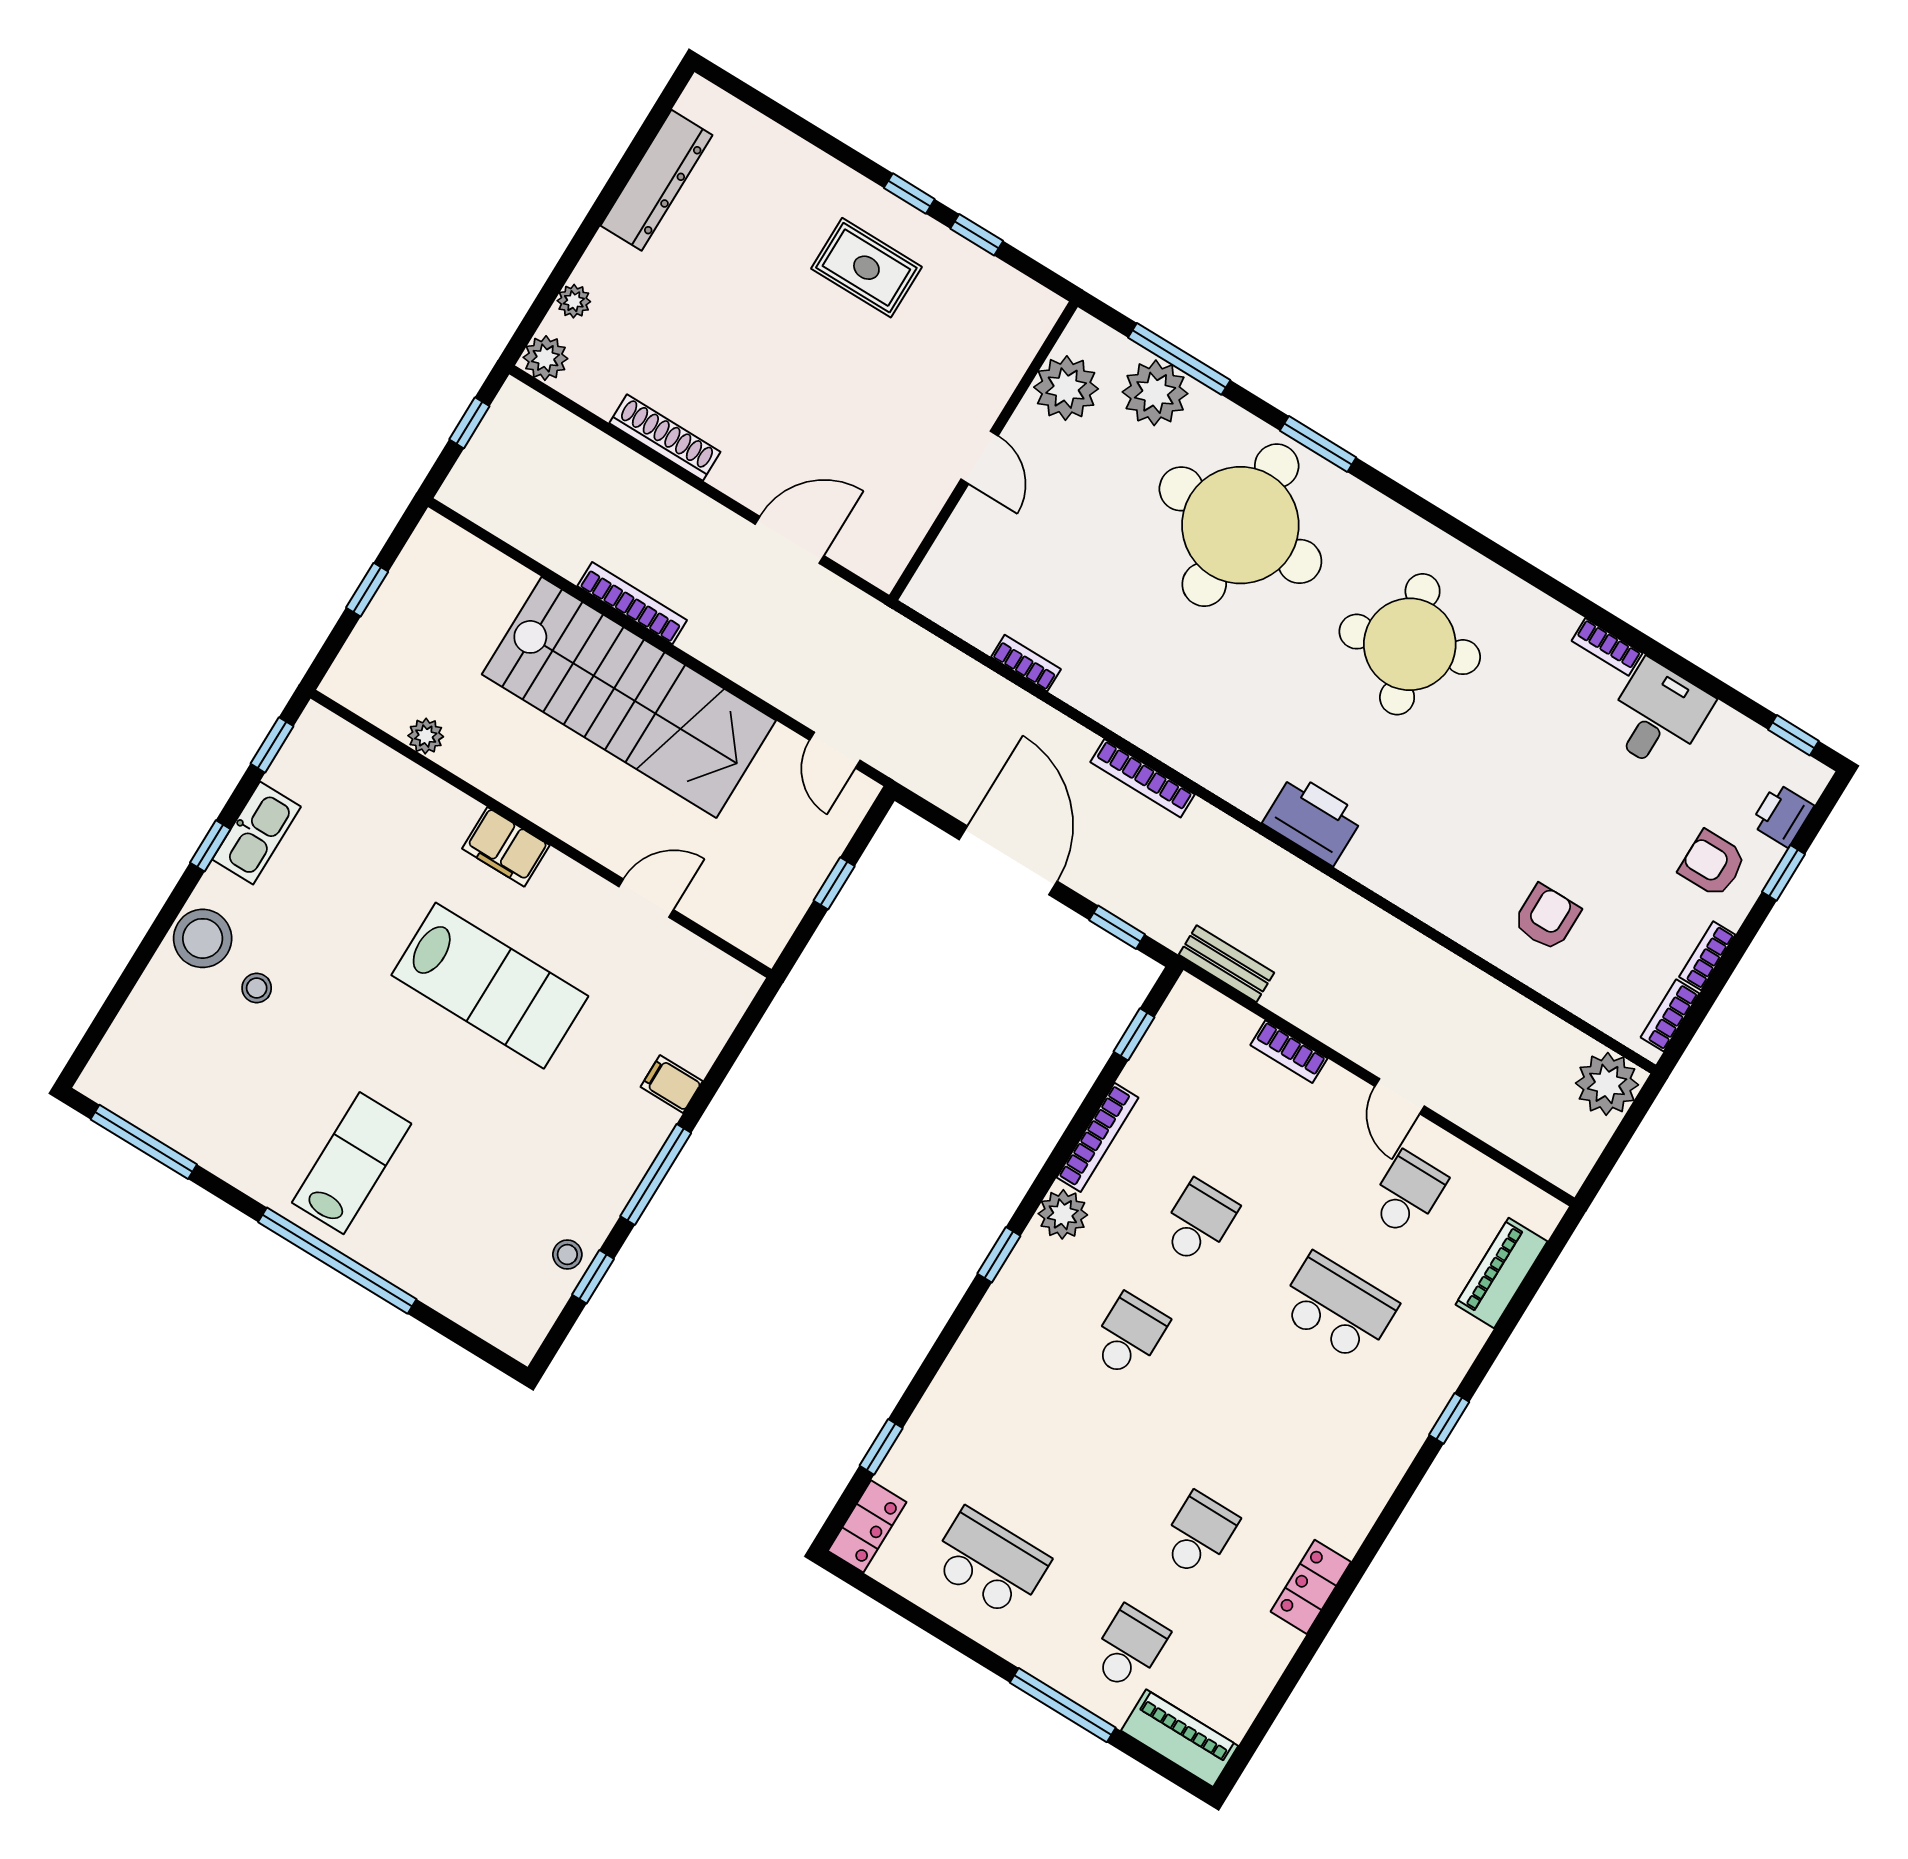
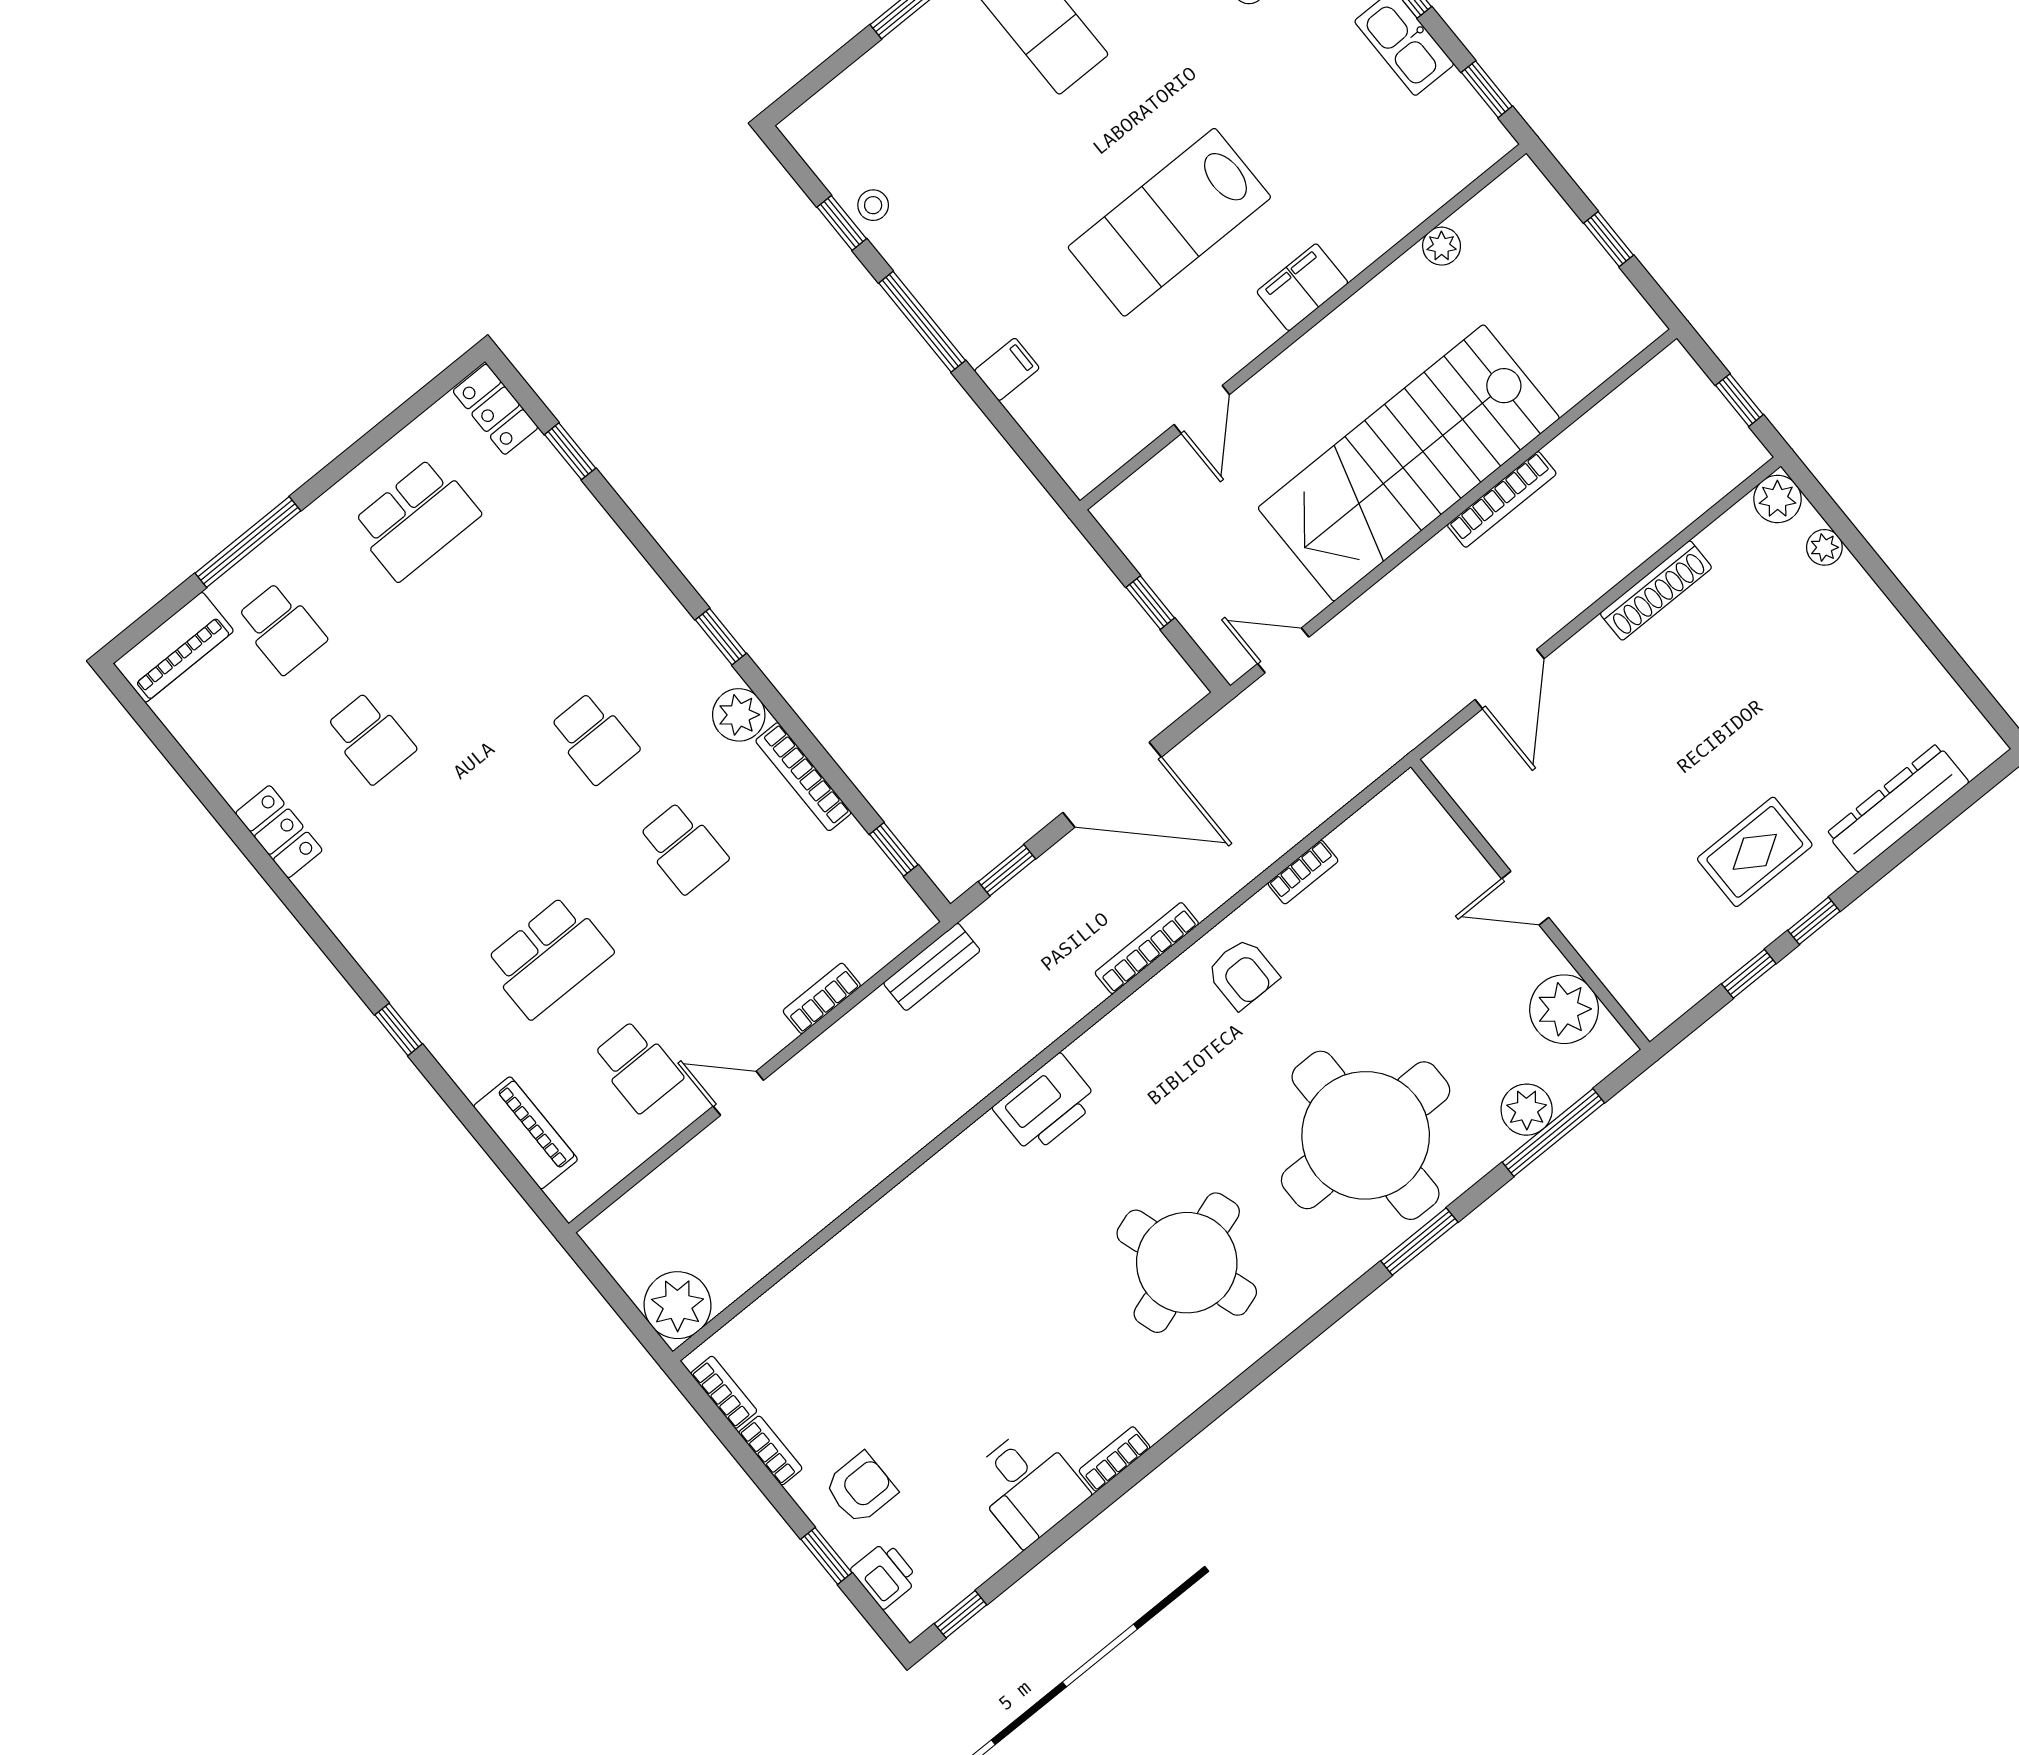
dresser: (657, 180) -> (1898, 808), moved, turned 90
plant: (1155, 393) -> (1527, 1110), width x0.73, depth x0.73
armchair: (1547, 917) -> (1242, 974), moved

